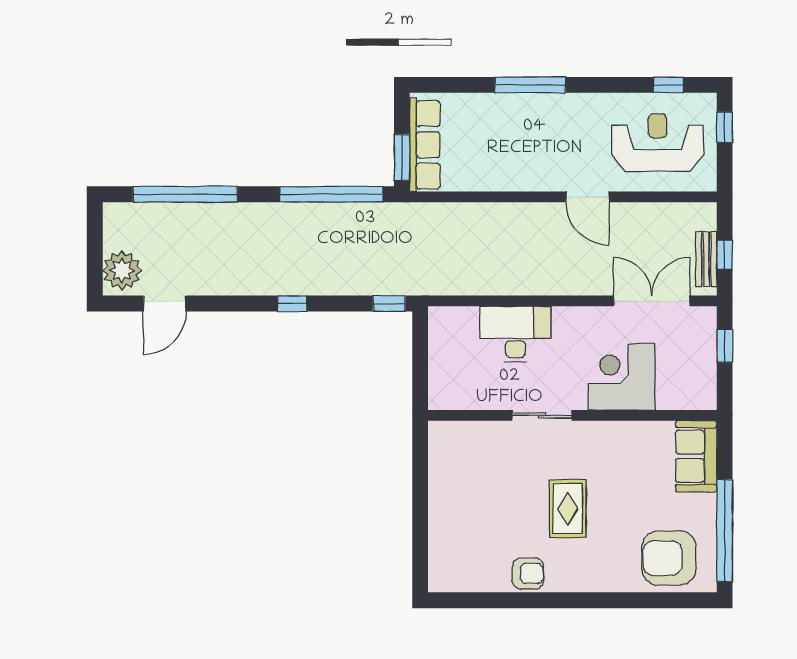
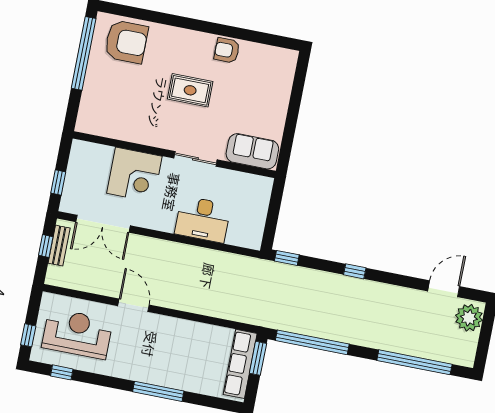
reception desk: (657, 143) -> (77, 334), turned 180
sofa: (696, 456) -> (252, 151), moved, turned -90
rug: (568, 508) -> (190, 90), turned 90

